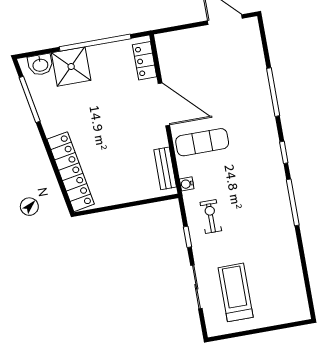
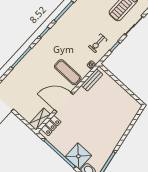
shelving: (166, 52) -> (40, 119), added
door: (164, 104) -> (64, 102), hinge flipped
locker: (71, 172) -> (125, 121), removed

